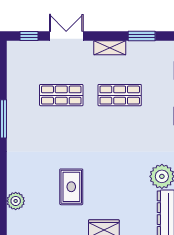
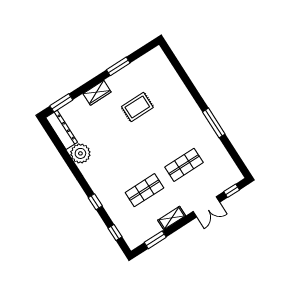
rug: (71, 187) -> (137, 107), turned 90
plant: (16, 201) -> (169, 73), removed

